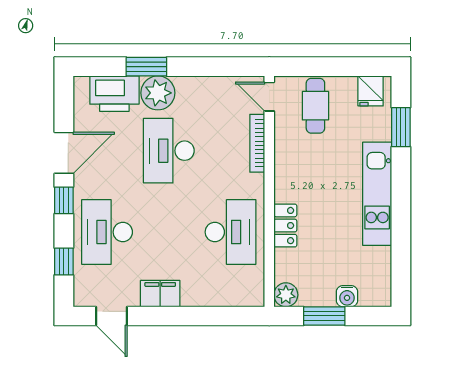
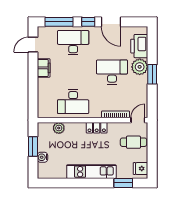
window: (146, 67) -> (152, 74), moved
locker: (285, 226) -> (97, 128), moved
window: (64, 262) -> (59, 22), width x2.17
plant: (286, 295) -> (59, 128), moved

